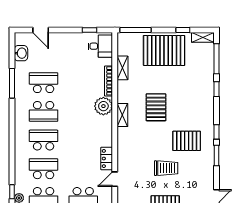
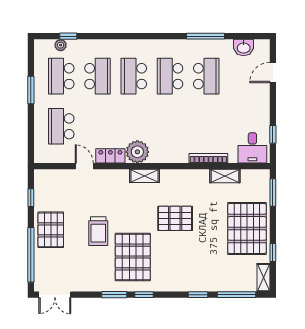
window: (136, 30) -> (273, 192), width x0.69
plant: (103, 106) -> (137, 152), moved
shelving: (122, 115) -> (144, 176), moved
school desk: (44, 140) -> (134, 76), turned 180
pallet: (187, 141) -> (133, 257), width x1.37, depth x1.41

